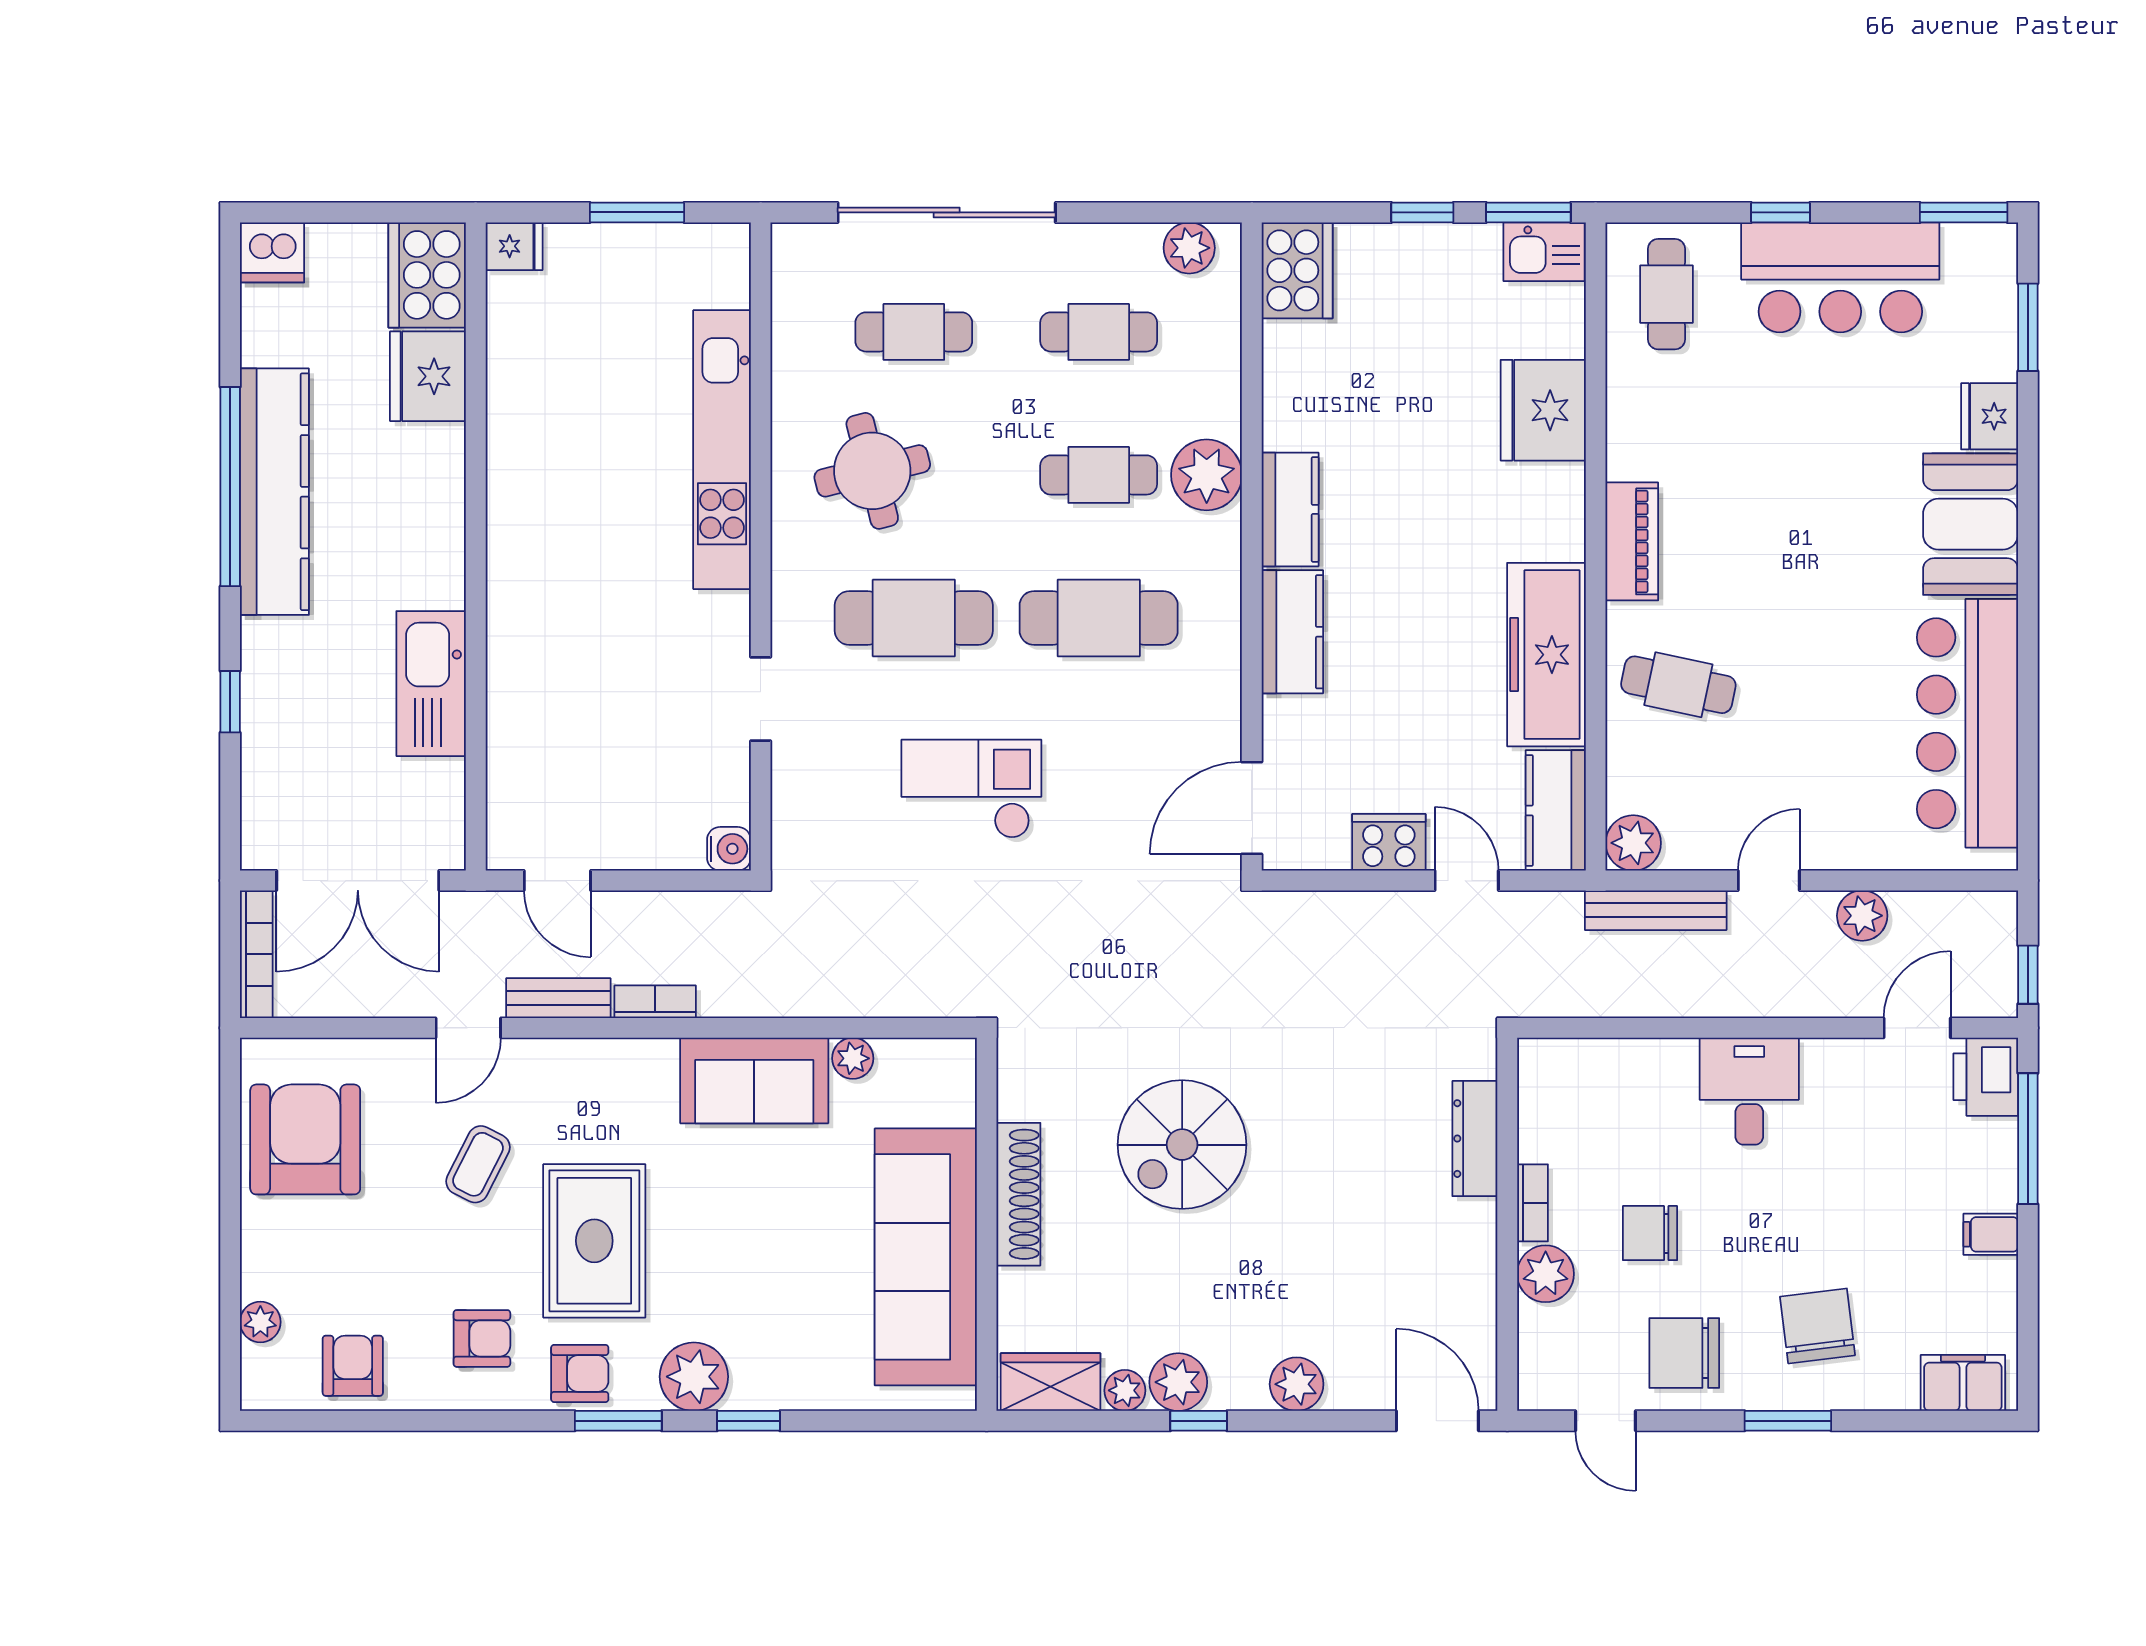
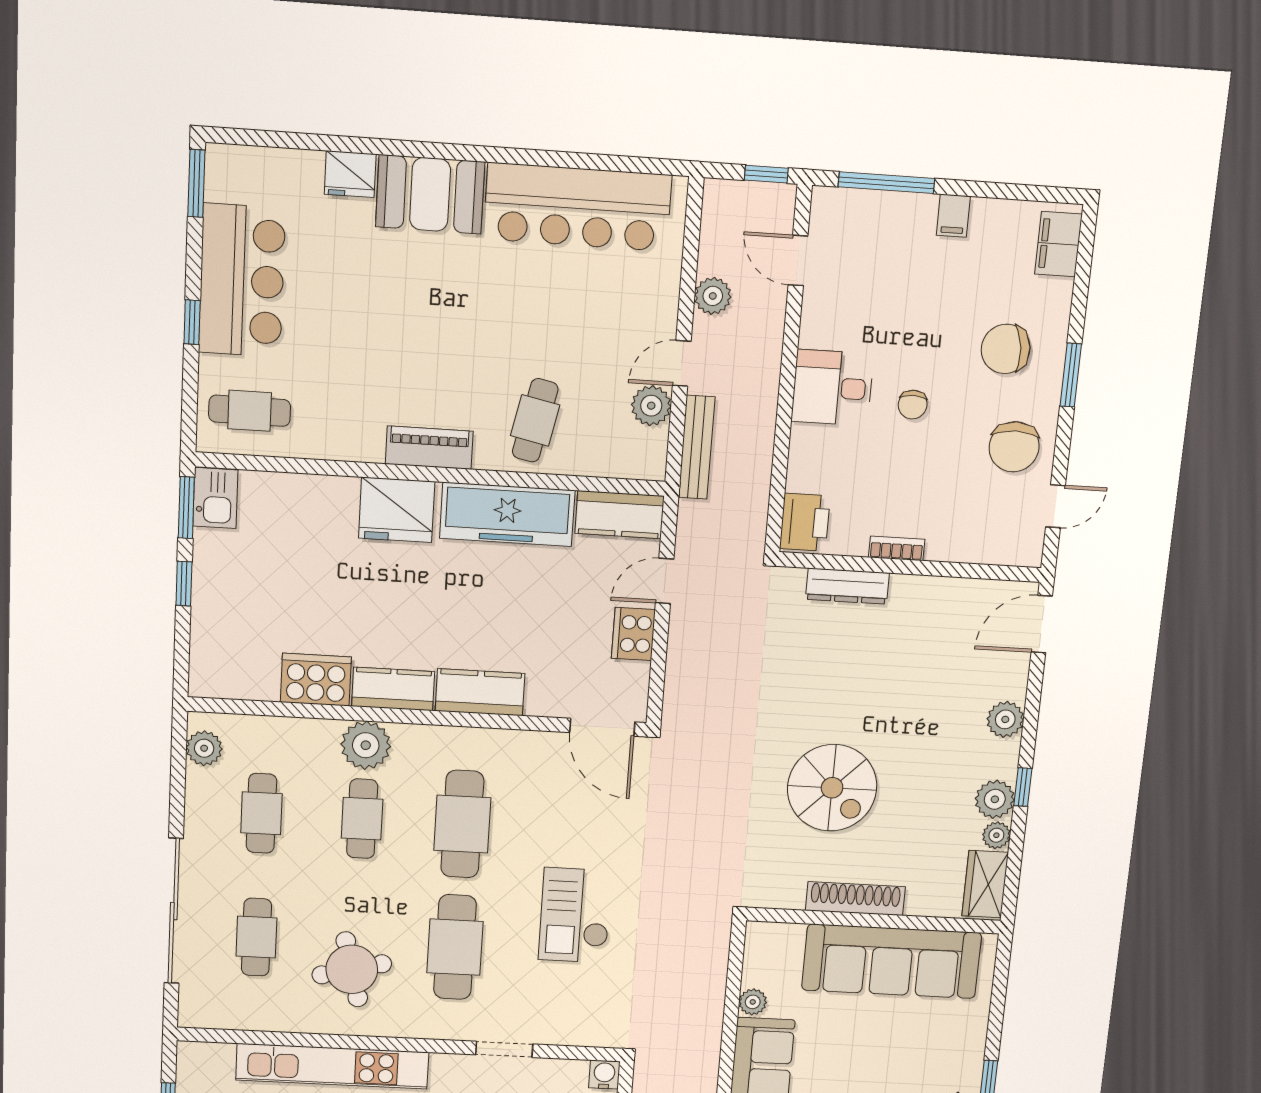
cooker: (1297, 270) -> (316, 680), moved
window: (2028, 327) -> (285, 140), removed
fridge: (1543, 410) -> (397, 510), moved
plant: (1633, 843) -> (651, 406), moved
door: (1769, 881) -> (682, 363), hinge flipped
printer: (1986, 1077) -> (805, 522), moved, turned -90
chair: (1650, 1233) -> (913, 405), moved, width x0.73, depth x0.73
plant: (1546, 1274) -> (947, 542), removed

